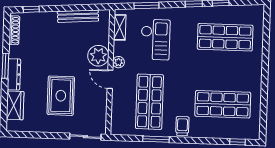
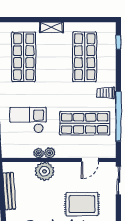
shelving: (120, 27) -> (51, 27), moved
plant: (118, 50) -> (39, 153), added
door: (110, 79) -> (90, 160), moved
window: (156, 139) -> (118, 116), width x2.11

